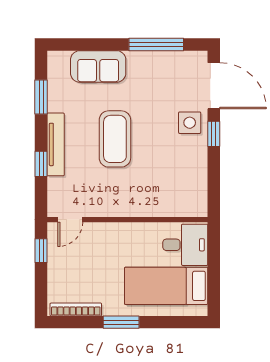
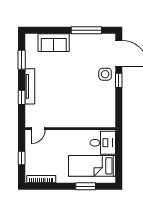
coffee table: (115, 139) -> (63, 83), removed
window: (41, 251) -> (22, 158), moved
window: (121, 322) -> (86, 186), moved

